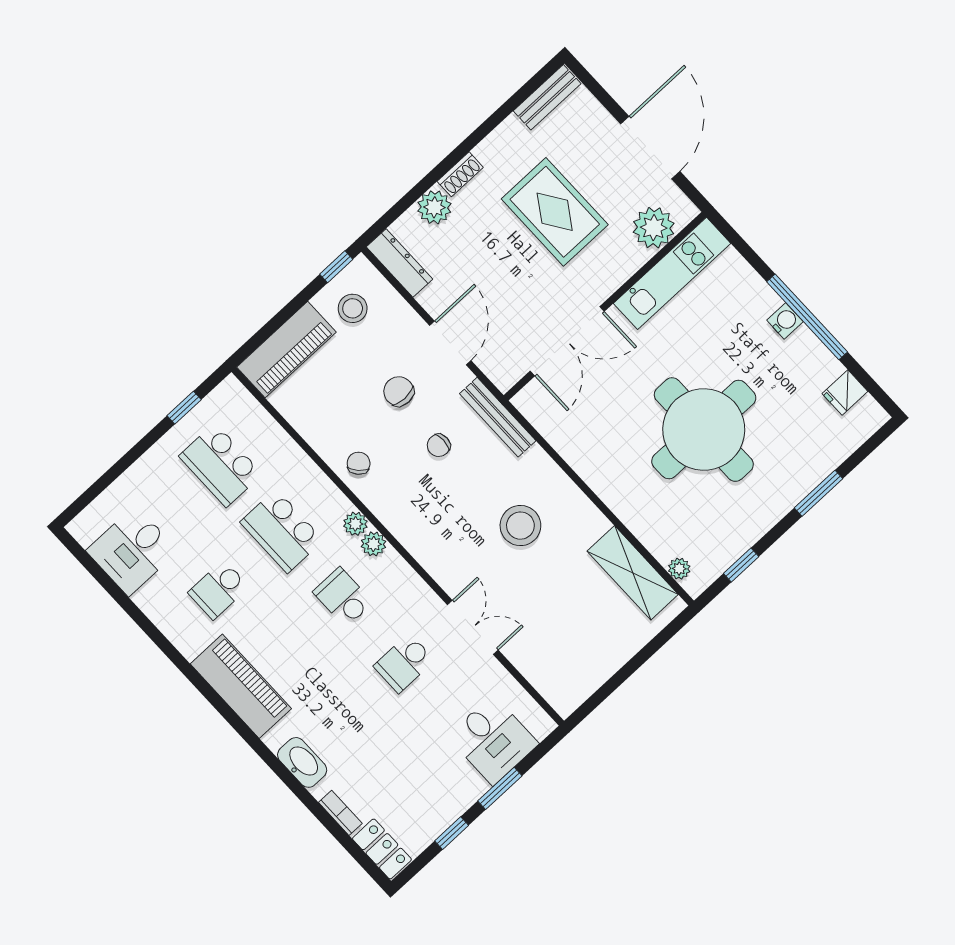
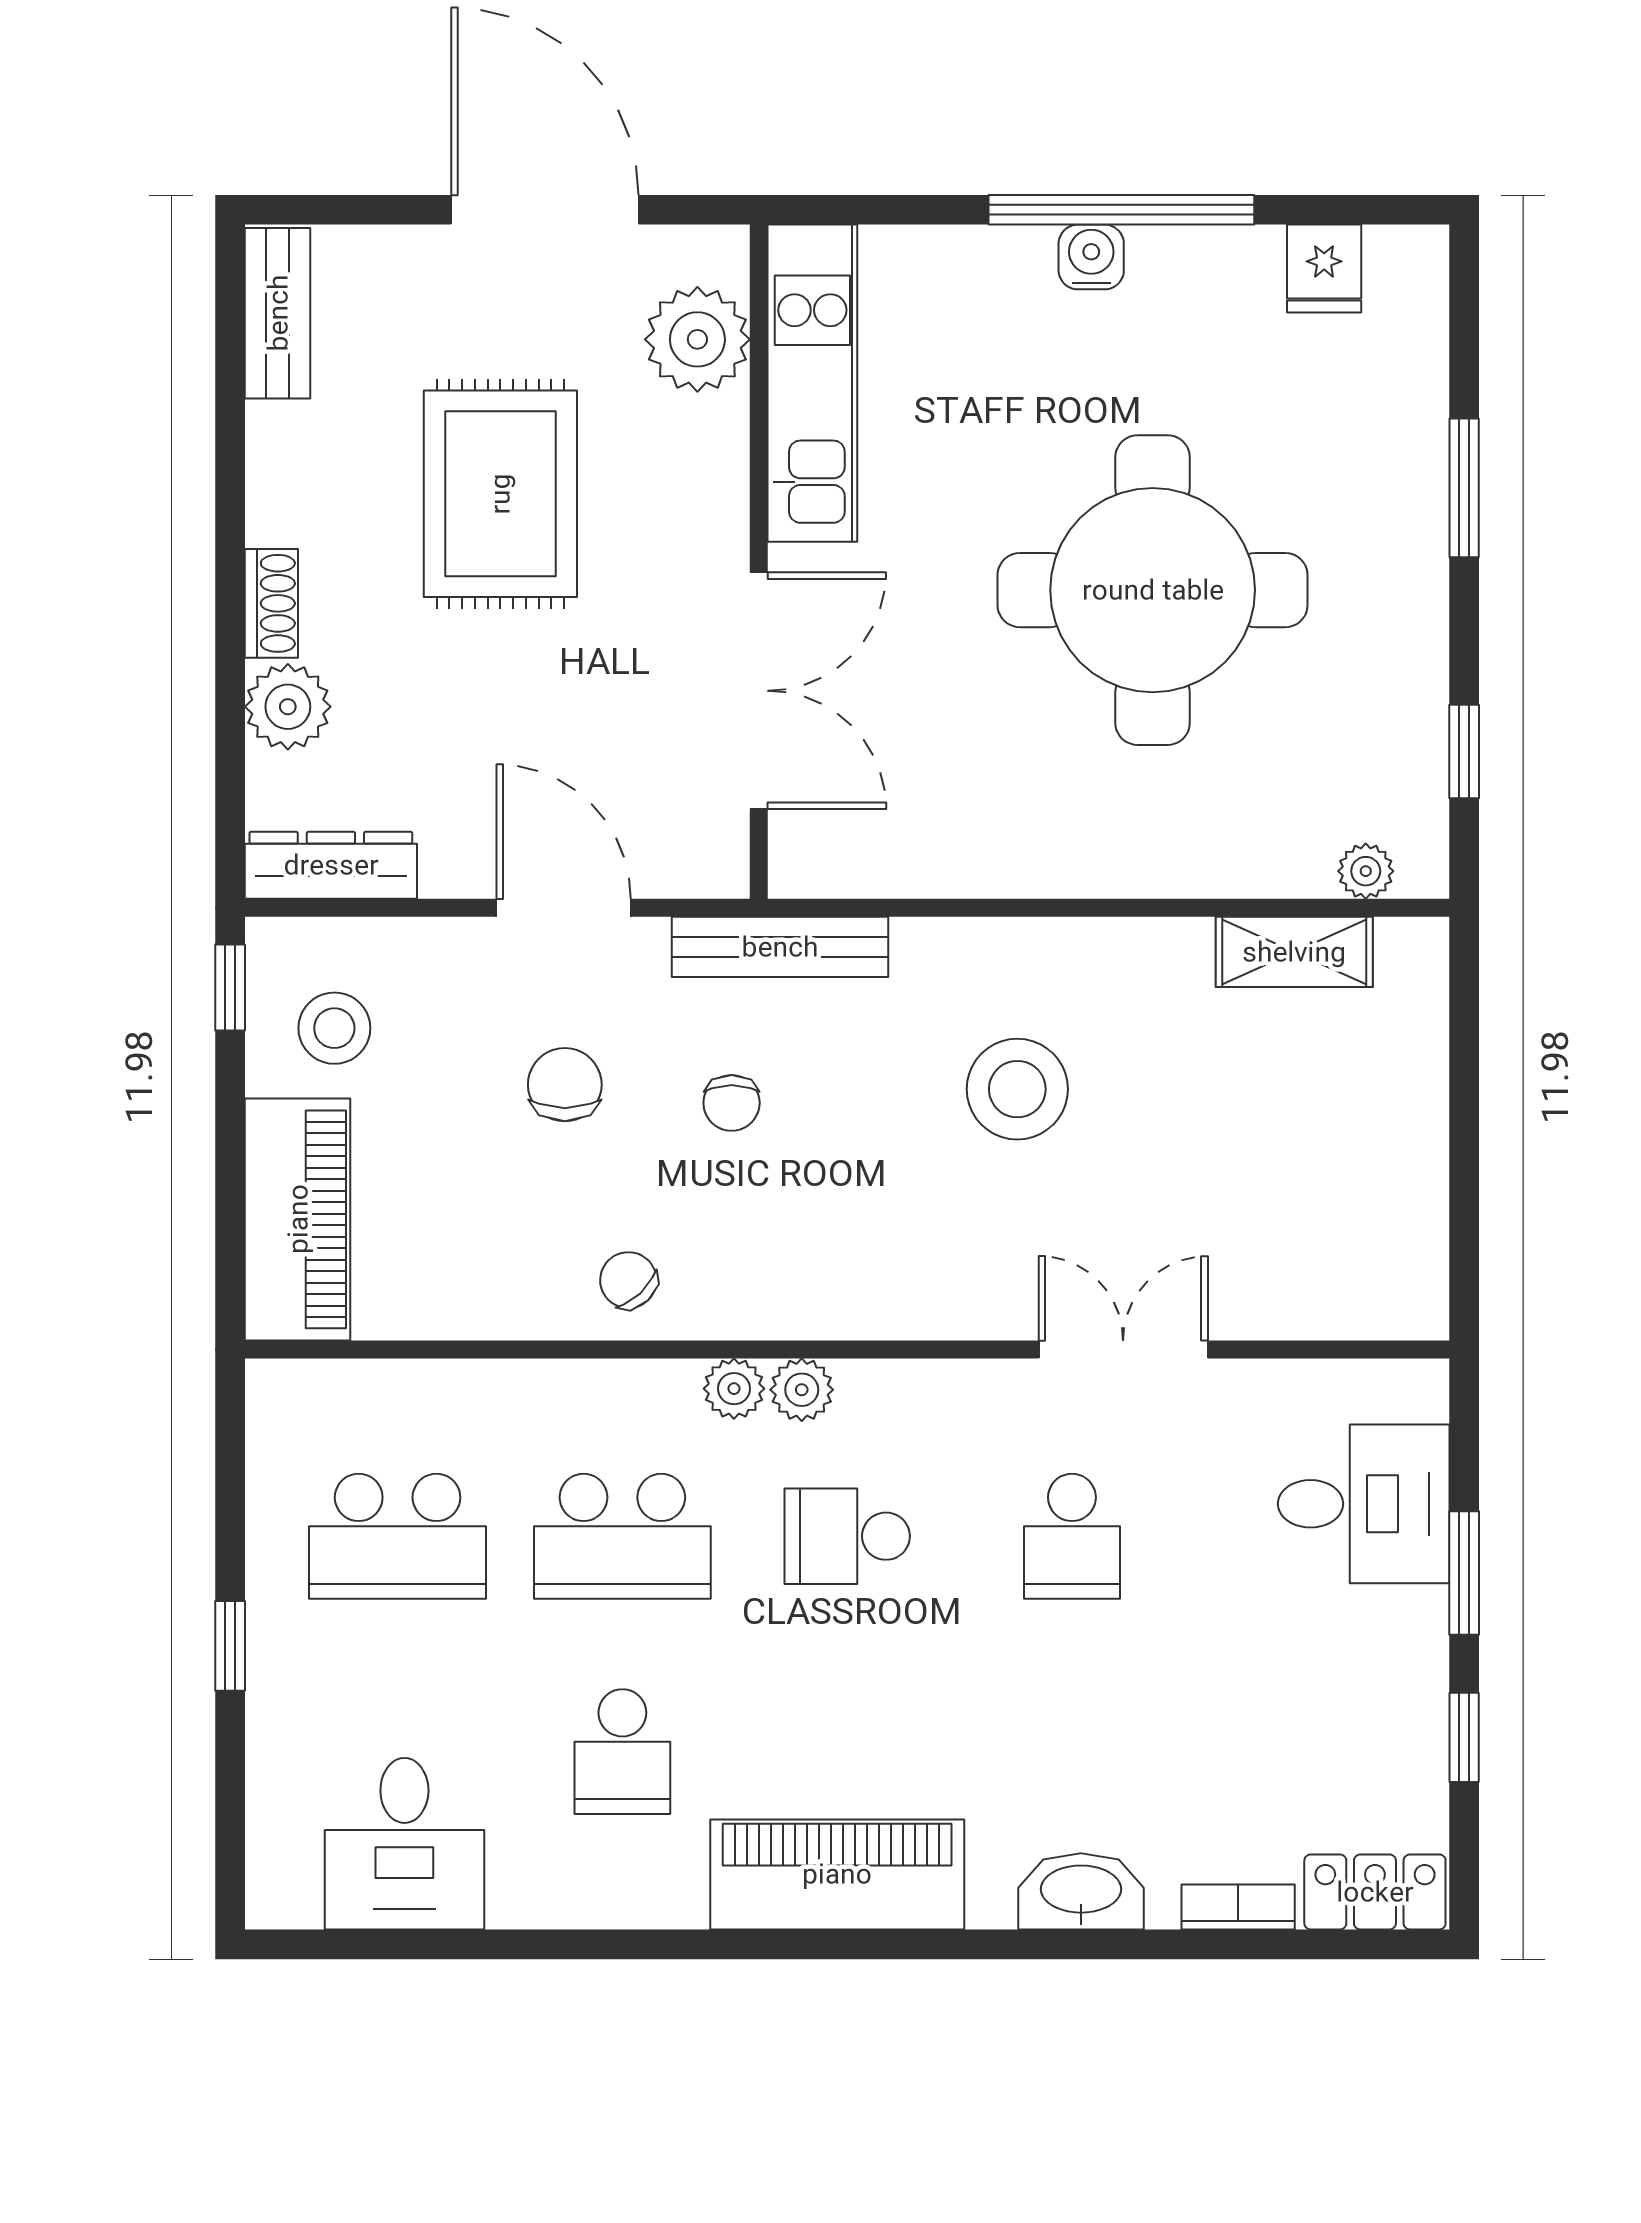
rug: (555, 212) -> (500, 494), turned 90
chair: (399, 391) -> (565, 1085), turned 90
window: (184, 408) -> (230, 1646), moved
shelving: (633, 573) -> (1294, 952), width x0.67, depth x0.75

